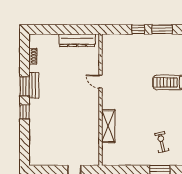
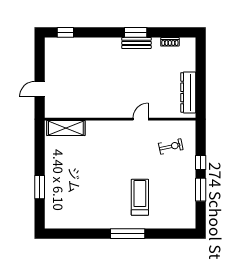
window: (25, 112) -> (65, 32), moved
shelving: (108, 126) -> (66, 128), moved
exercise bike: (162, 142) -> (171, 146), moved

